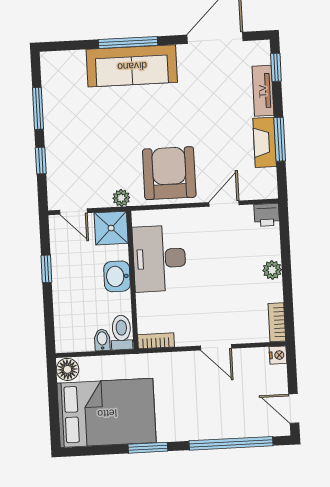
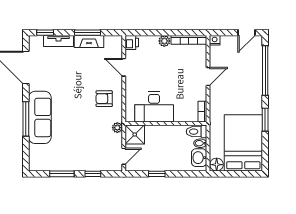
armchair: (169, 173) -> (104, 99), width x0.53, depth x0.53
washbasin: (117, 276) -> (199, 158), moved, turned 90
bookcase: (277, 322) -> (189, 40), width x1.56

